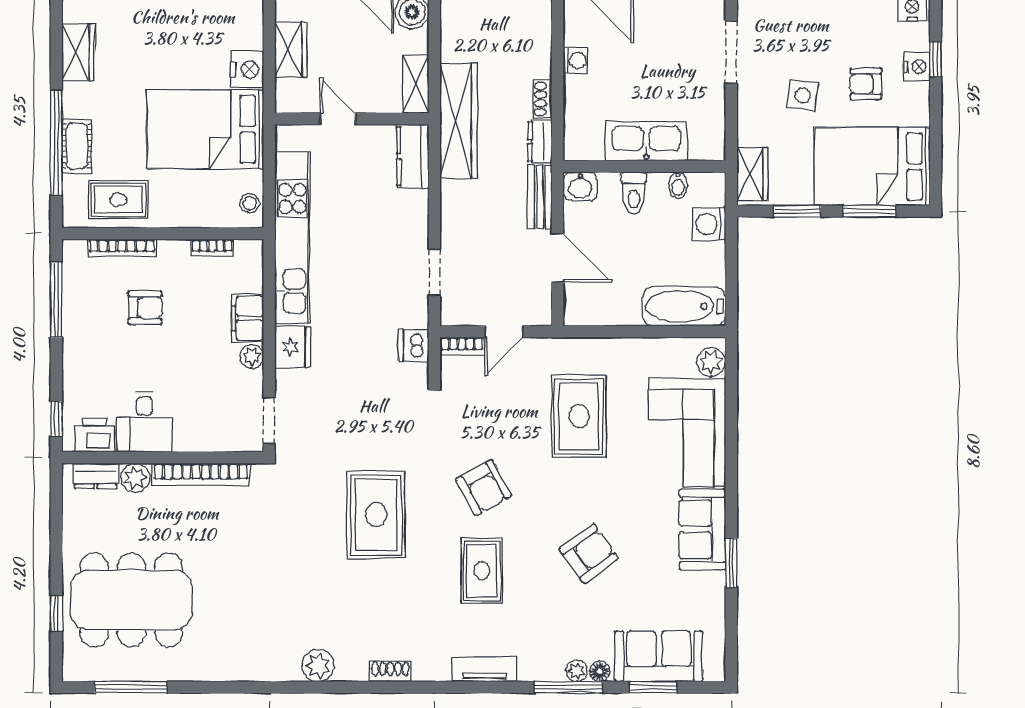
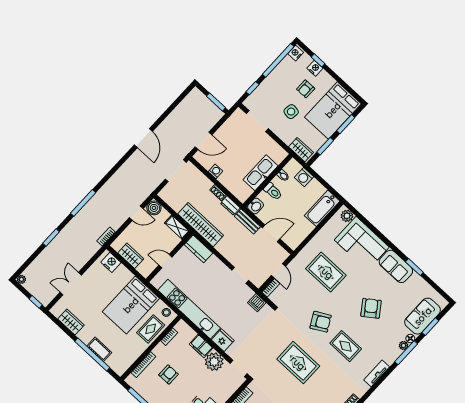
nightstand: (247, 70) -> (111, 262), moved
rug: (118, 200) -> (151, 329), moved
plant: (252, 356) -> (214, 362), width x1.88, depth x1.88

